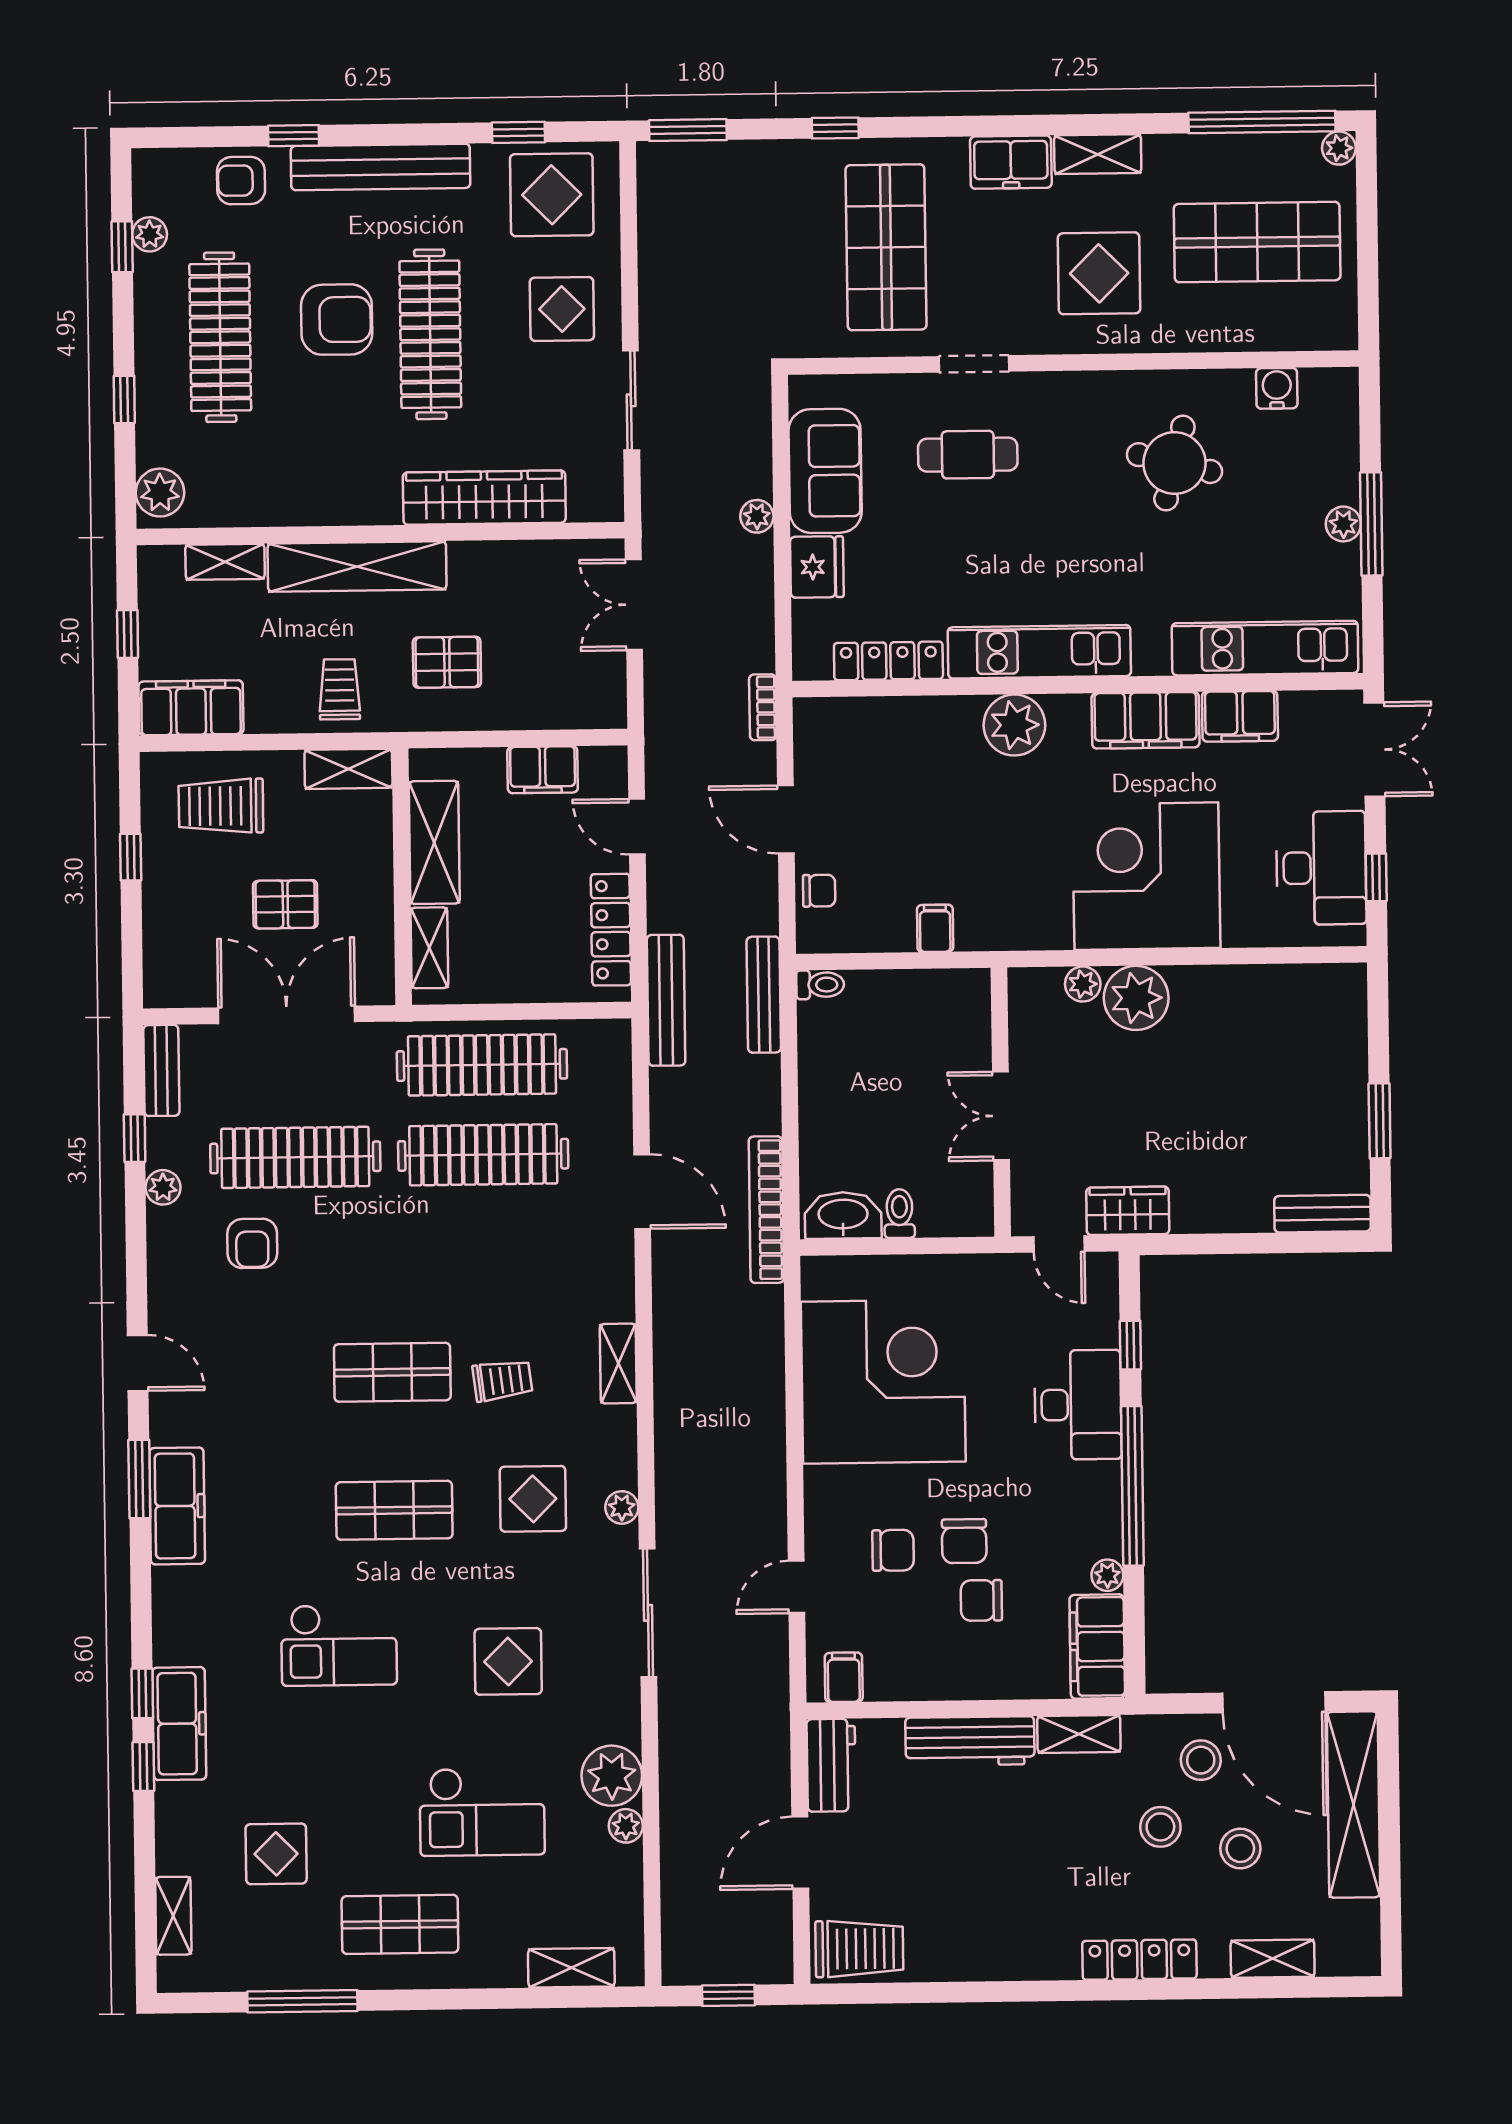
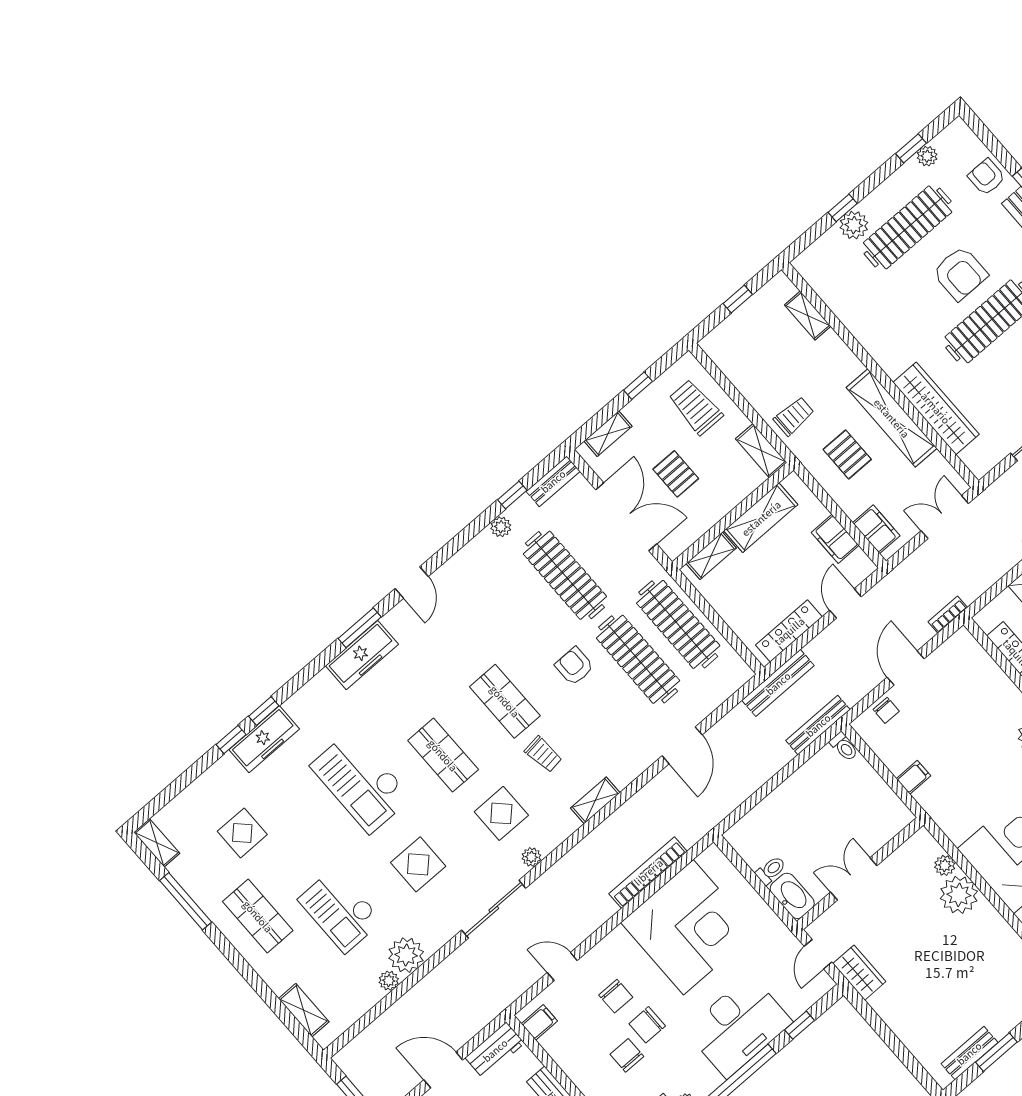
plant: (160, 493) -> (854, 225), moved
shelving: (357, 567) -> (892, 418), moved
filing cabinet: (191, 708) -> (876, 529), moved, width x0.67, depth x0.86
shelving: (160, 948) -> (608, 434), added
bookcase: (766, 1210) -> (648, 872), moved
bench: (1323, 1214) -> (969, 1053), moved, turned 90
washbasin: (843, 1215) -> (792, 896), moved
armchair: (252, 1243) -> (574, 666), moved, turned 90
desk: (1078, 1405) -> (738, 1026), width x1.36, depth x1.30
checkout: (339, 1645) -> (361, 782), width x1.36, depth x1.21
shelving: (173, 1916) -> (157, 843), moved, turned 90

